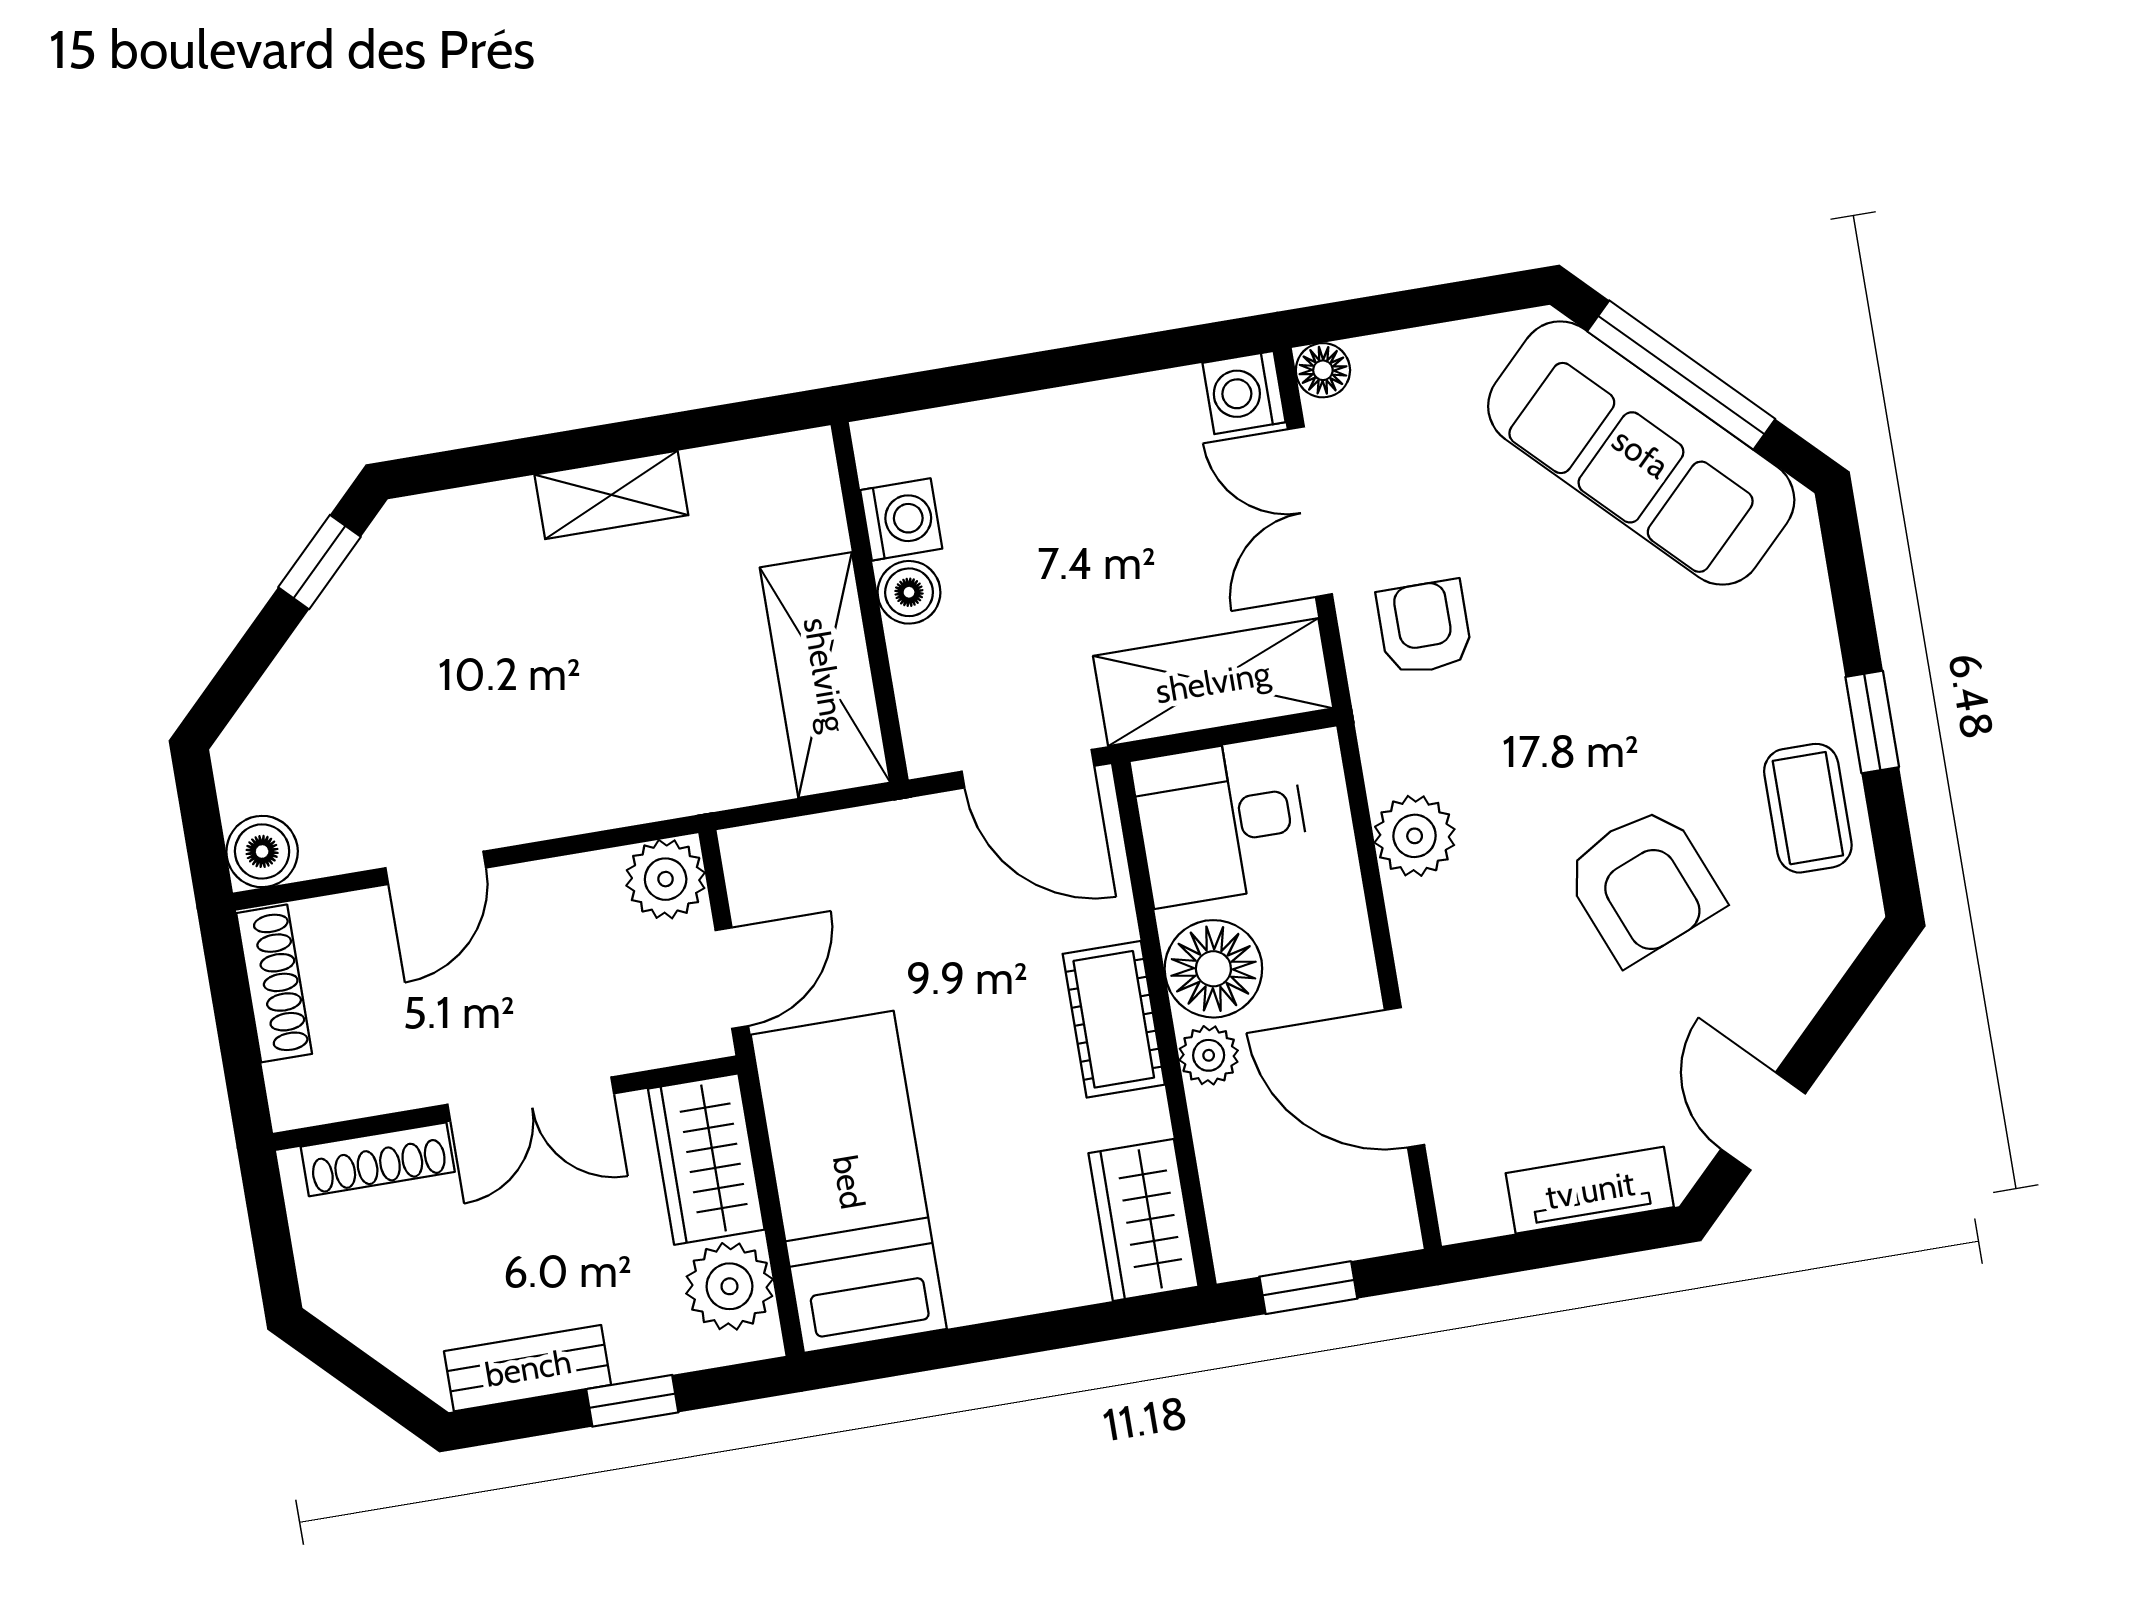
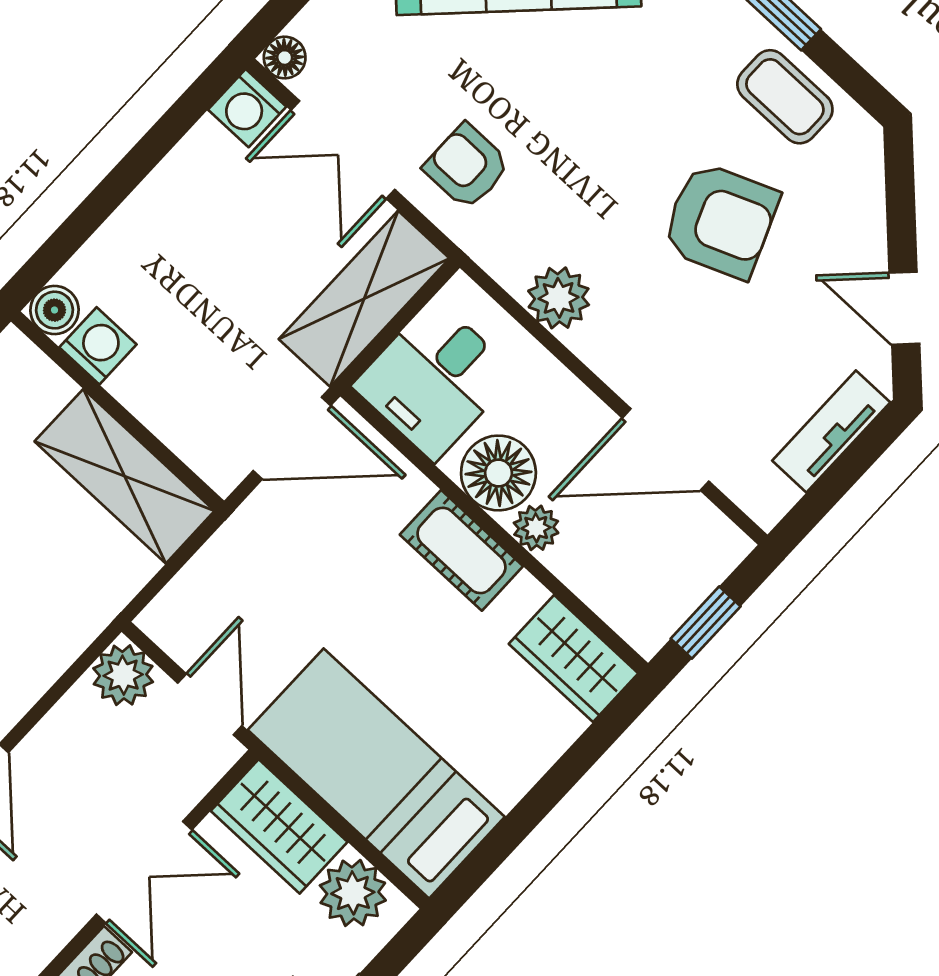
boiler: (909, 592) -> (54, 310), moved

